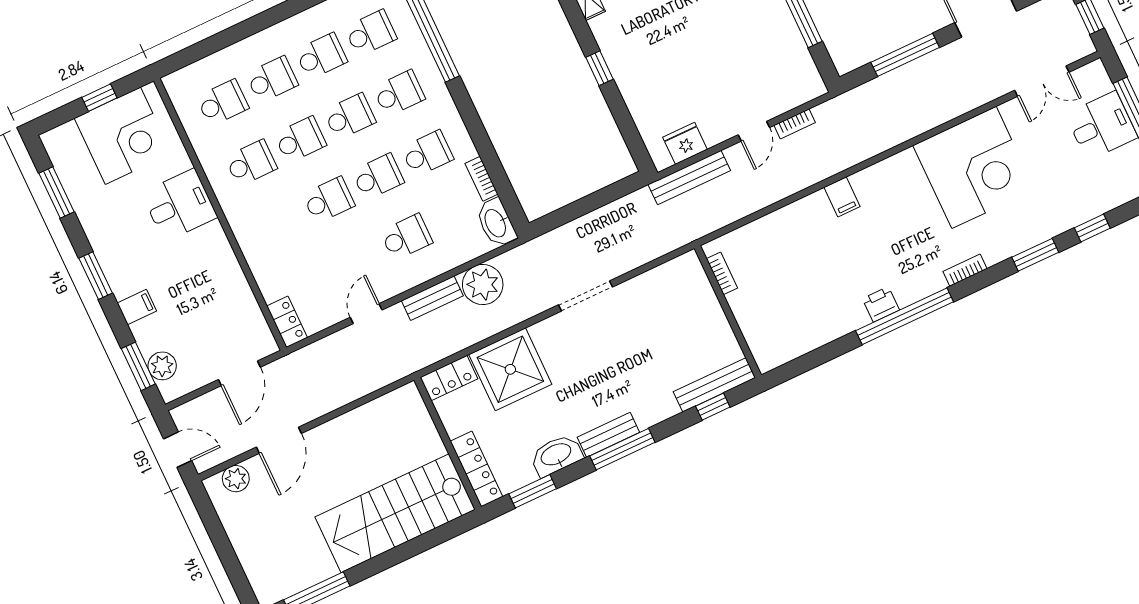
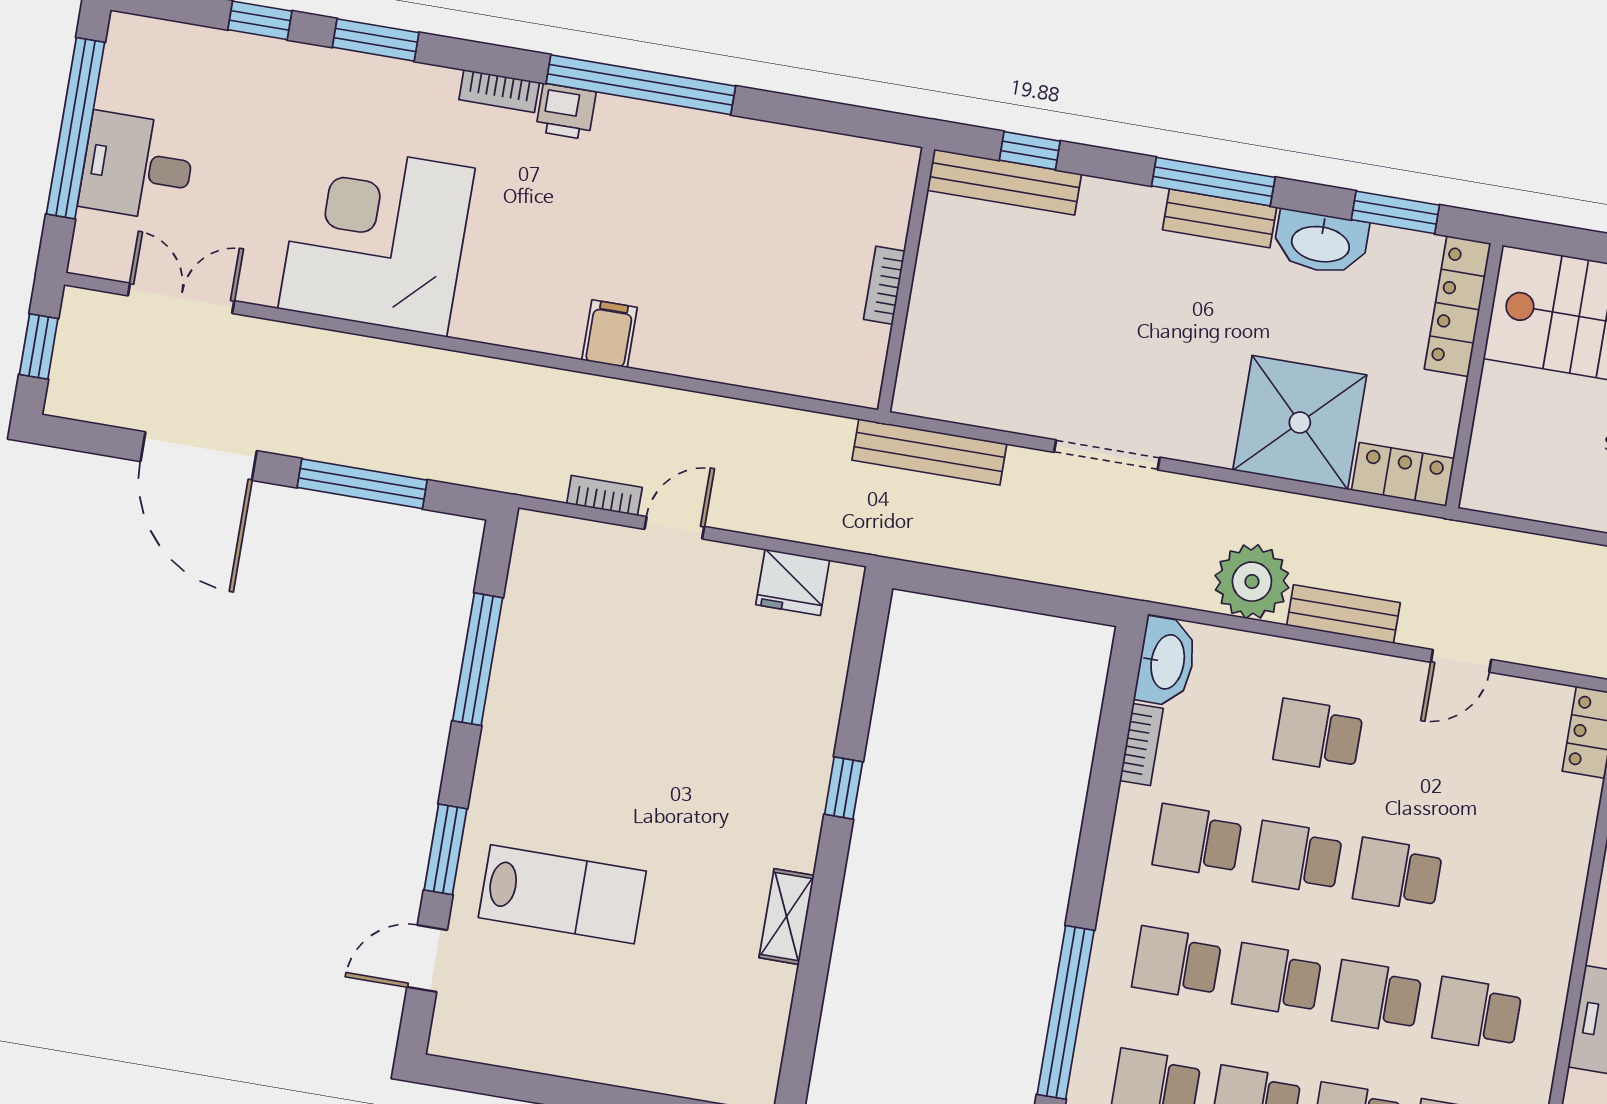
bench: (689, 177) -> (929, 452), moved
bookcase: (722, 273) -> (884, 285), moved
printer: (881, 304) -> (566, 112), moved

